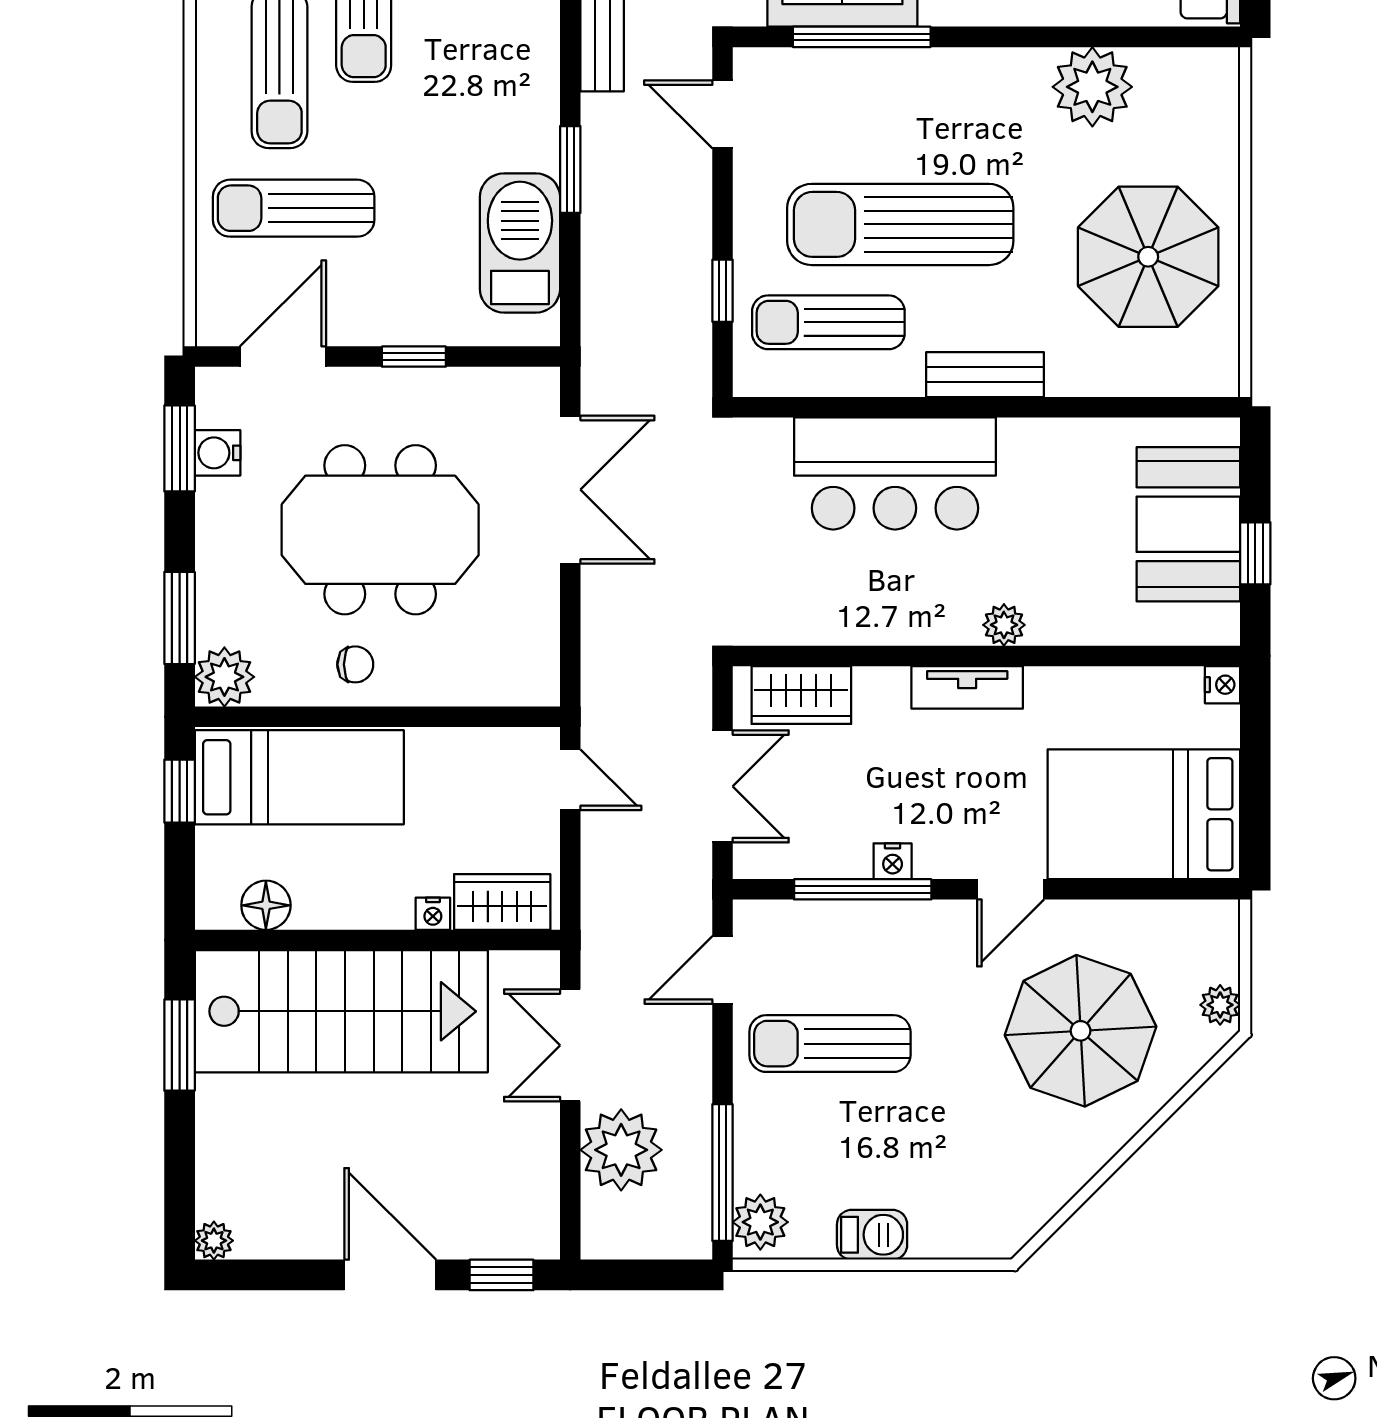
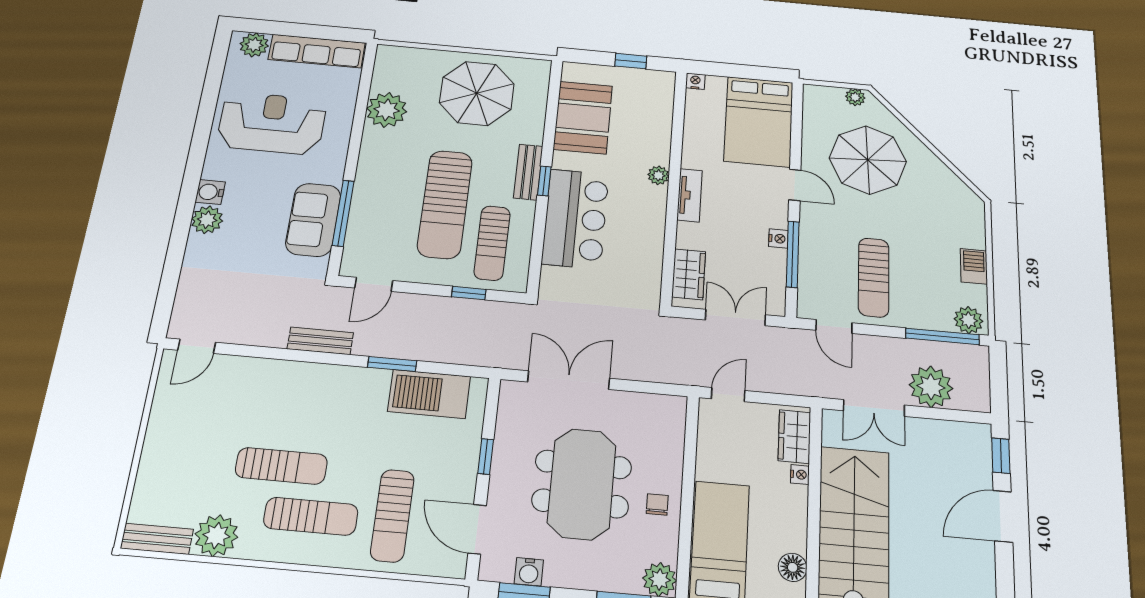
window: (969, 407) -> (544, 181), added
booth: (1188, 524) -> (583, 118), moved, turned 90

